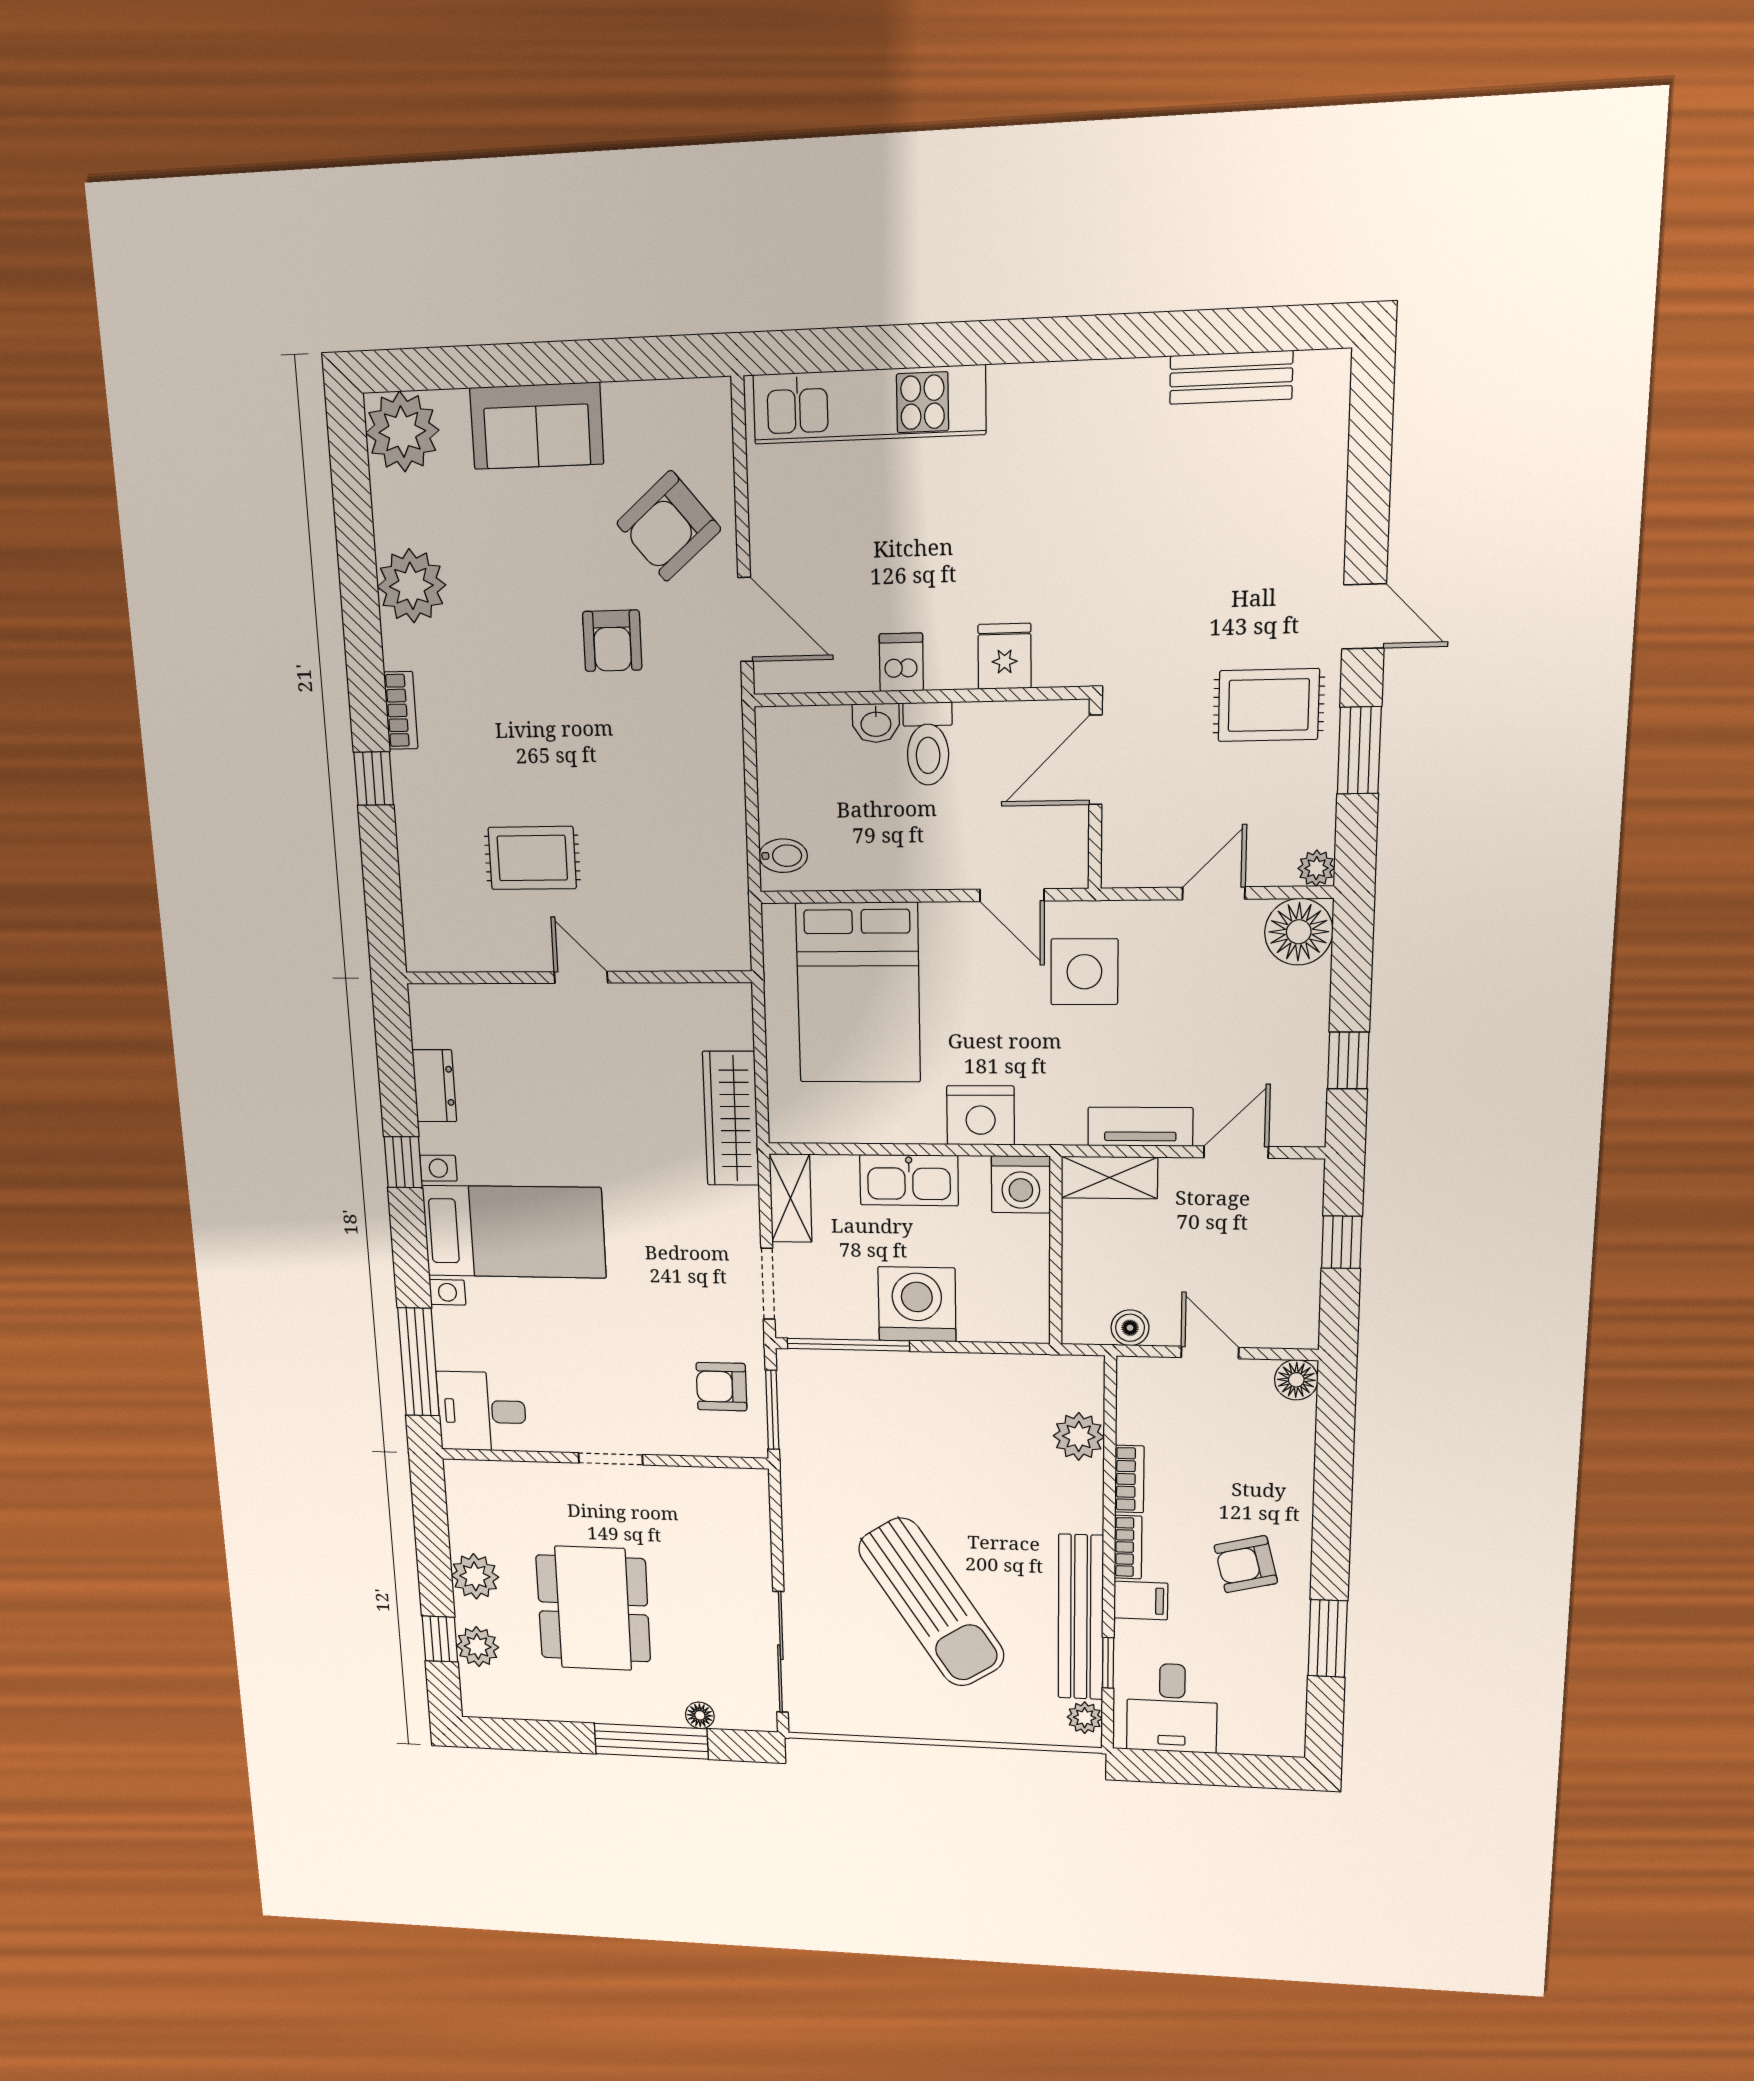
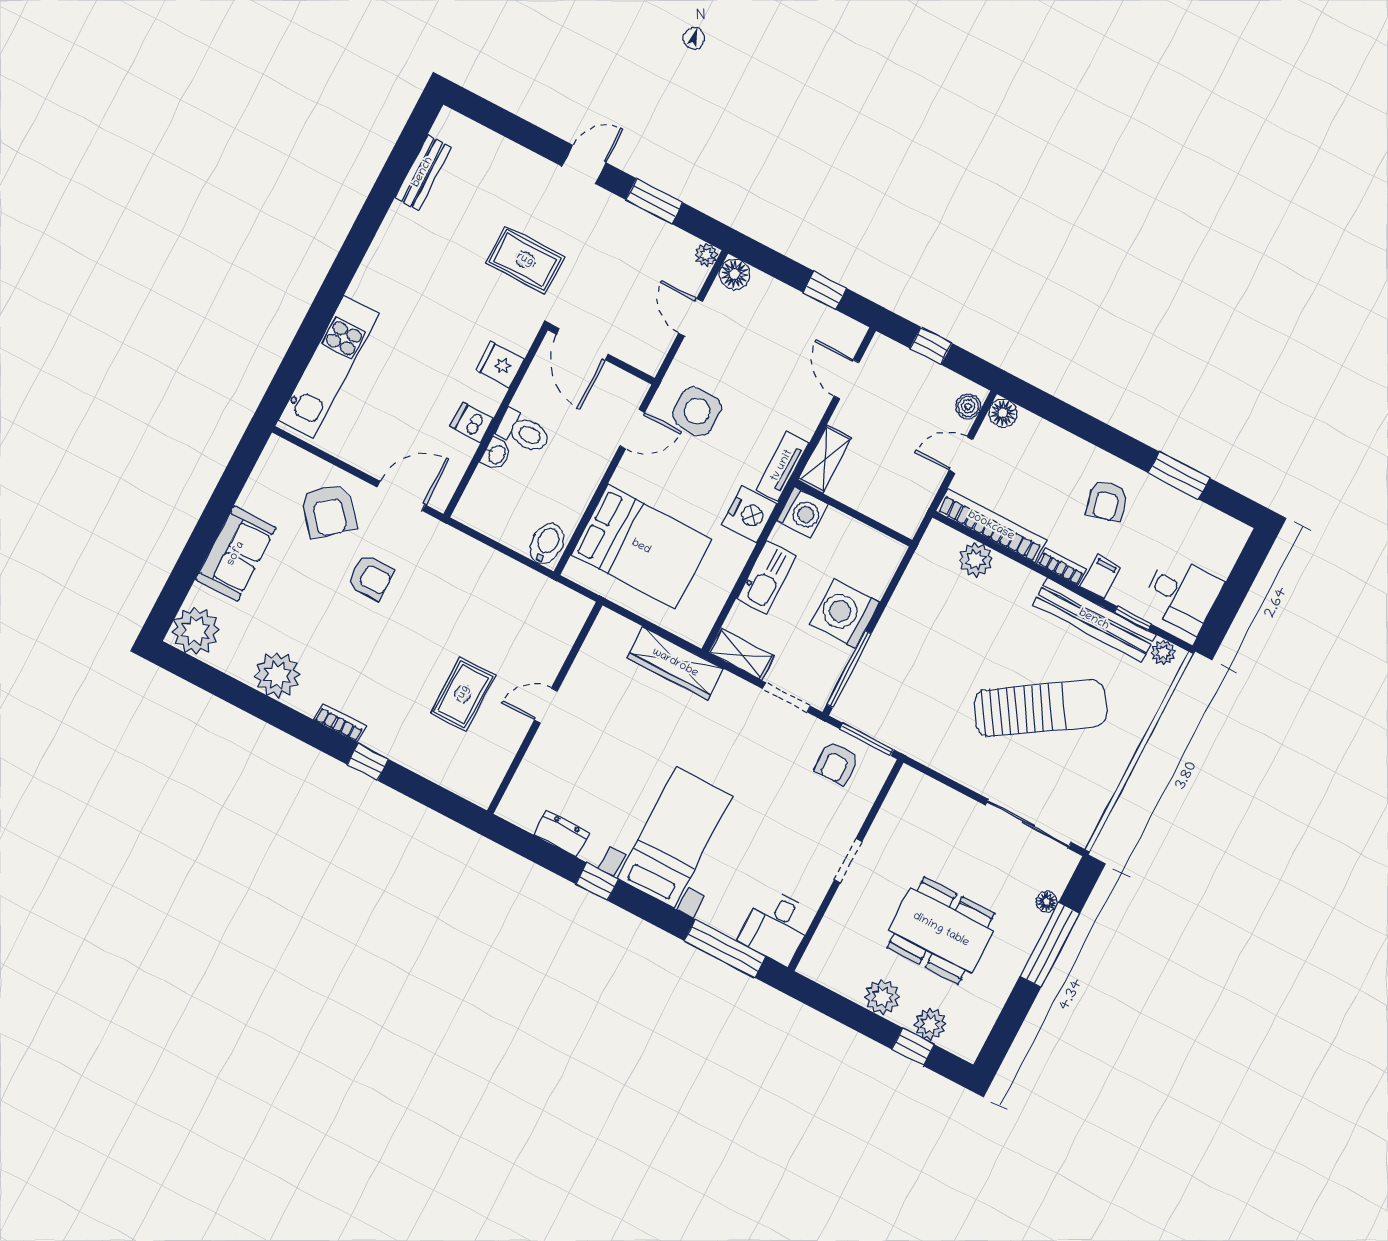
rug: (1269, 705) -> (525, 260), moved, turned 90
bidet: (783, 856) -> (547, 544), width x1.38, depth x1.36
floor lamp: (1299, 932) -> (735, 274), width x0.73, depth x0.73
tv unit: (1140, 1127) -> (782, 466), moved
boiler: (1130, 1328) -> (968, 406), moved
bookcase: (1129, 1479) -> (991, 526), width x2.31, depth x1.31

